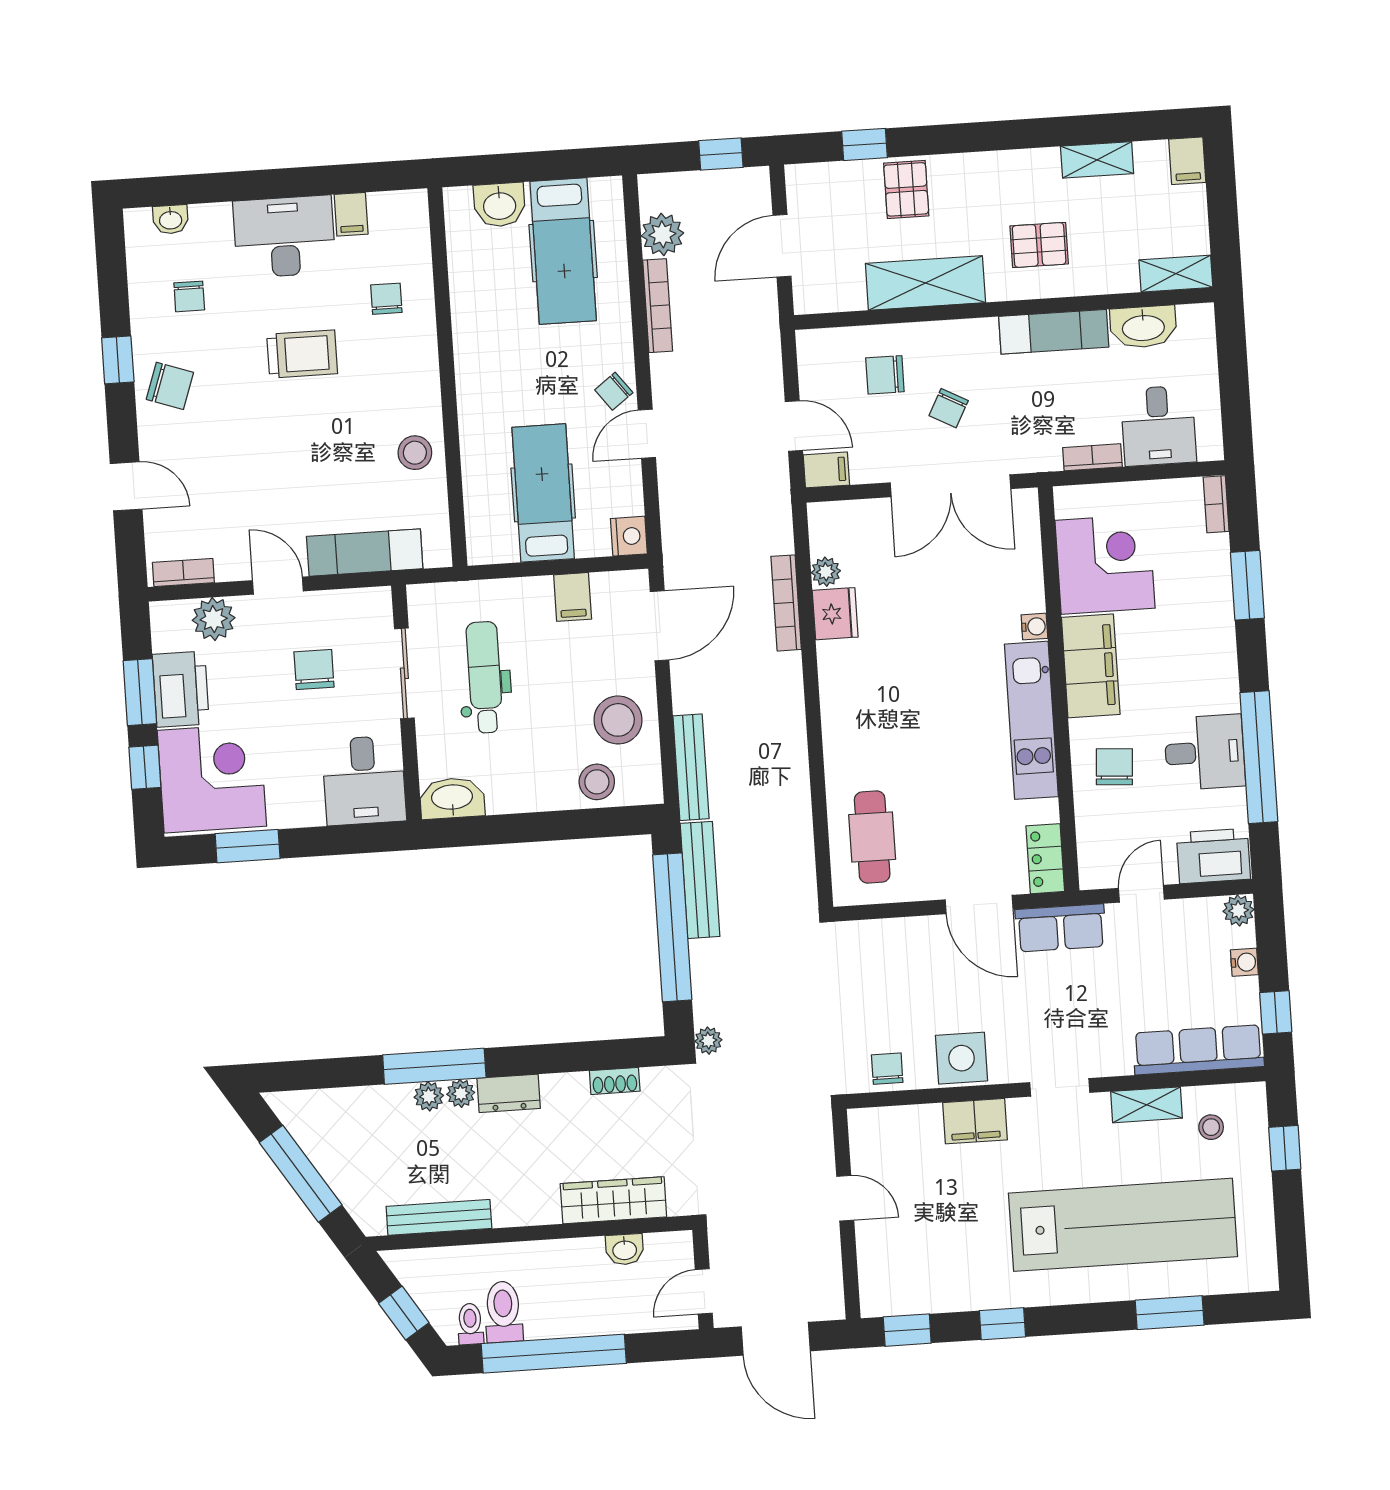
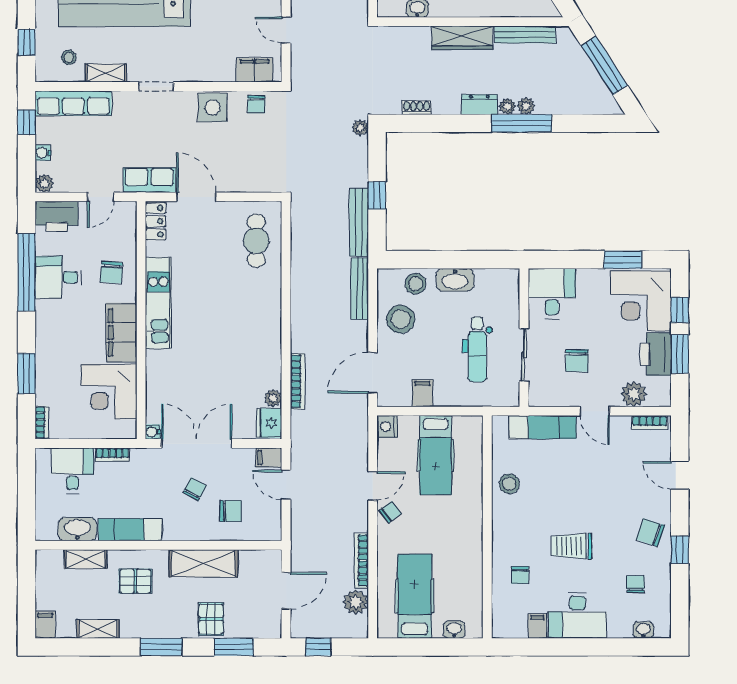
window: (987, 136) -> (161, 647), added
window: (865, 144) -> (234, 647), width x1.50
washbasin: (499, 205) -> (454, 630), width x0.72, depth x0.69
shelving: (1176, 274) -> (86, 559), moved
fridge: (835, 614) -> (269, 423), moved
water cooler: (1034, 627) -> (153, 432), moved
washbasin: (452, 798) -> (455, 280), moved
window: (672, 927) -> (377, 195), width x0.32
filing cabinet: (975, 1121) -> (255, 70), moved
wardrobe: (613, 1200) -> (462, 38), moved

